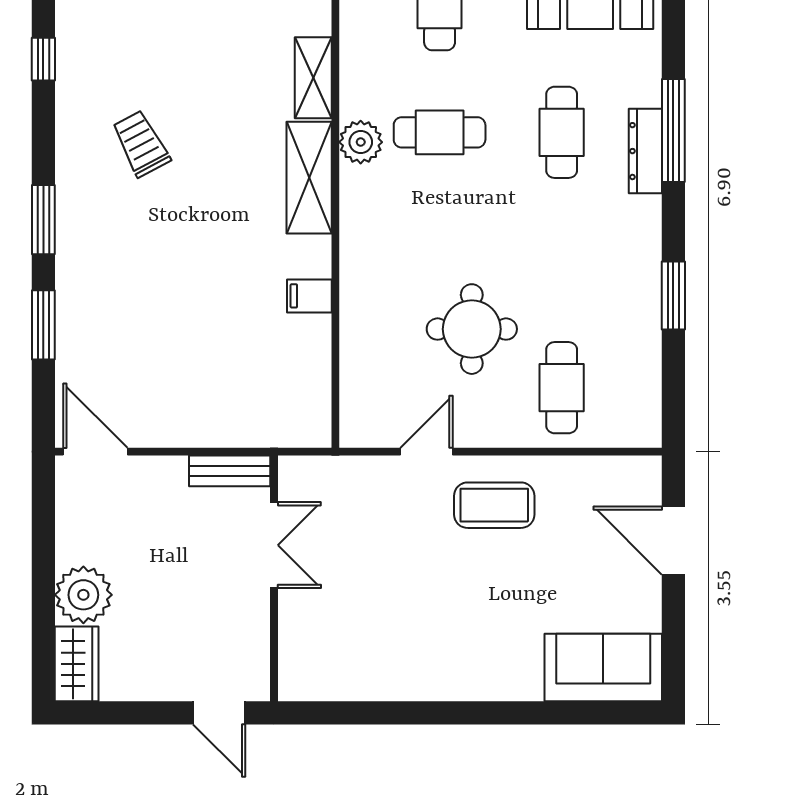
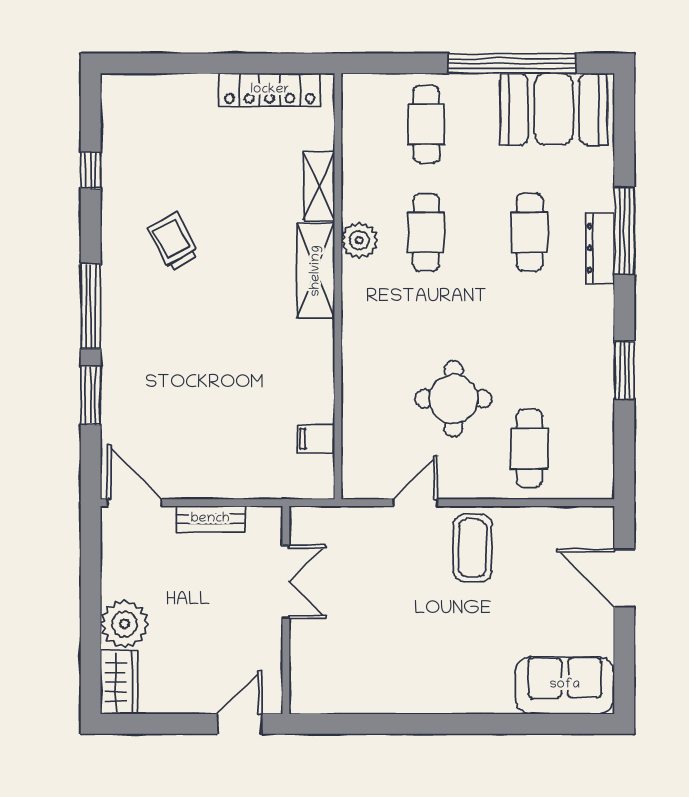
cafe table: (440, 132) -> (426, 232), turned 90
window: (43, 220) -> (91, 306), width x1.44
filing cabinet: (309, 296) -> (316, 439), moved
bench: (230, 471) -> (210, 519), moved
coffee table: (494, 505) -> (472, 548), turned 90
door: (219, 713) -> (239, 724), swing flipped

